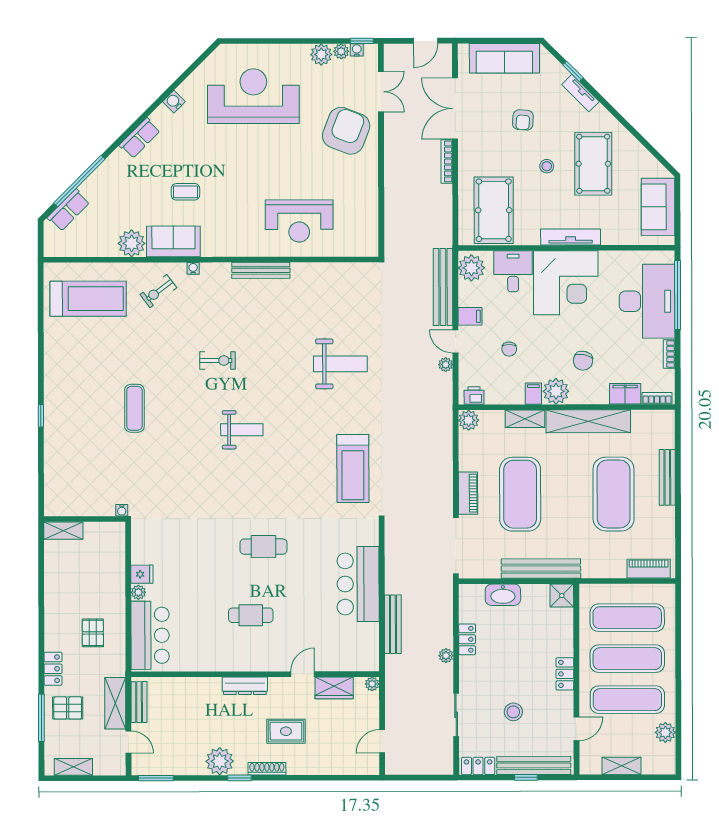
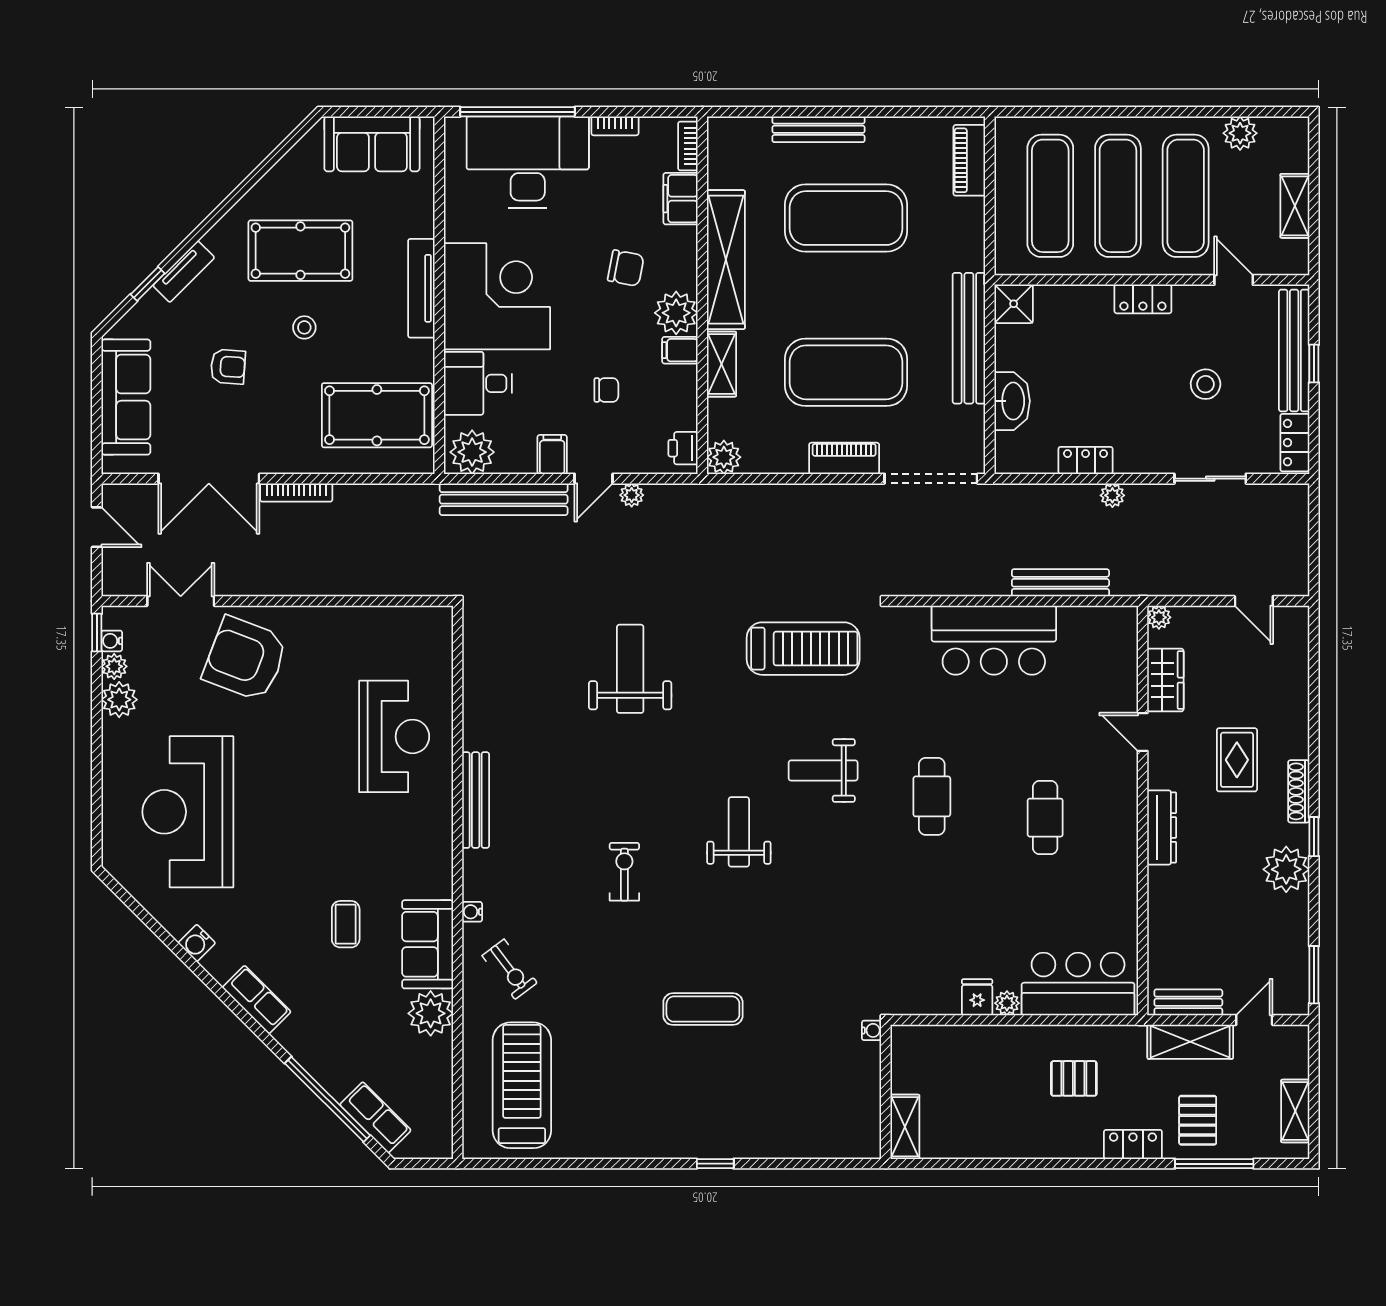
weight bench: (279, 481) -> (823, 770), added

